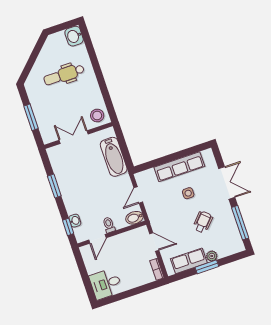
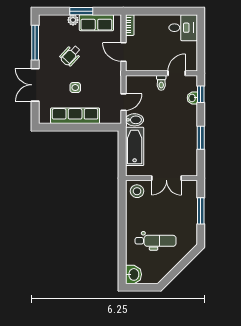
bidet: (134, 218) -> (134, 120), moved

